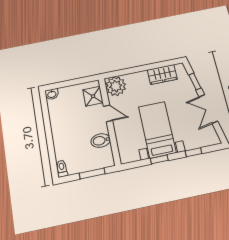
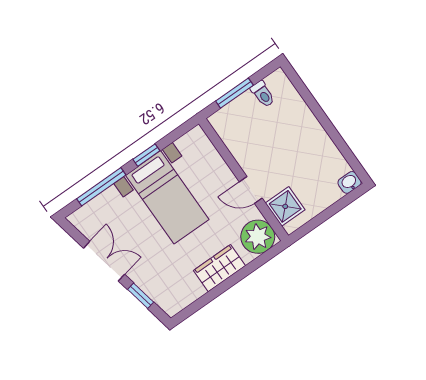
wardrobe: (162, 75) -> (219, 268), moved
bidet: (101, 141) -> (244, 145), removed
window: (193, 152) -> (101, 187), width x2.17
toilet: (62, 169) -> (263, 94), moved

